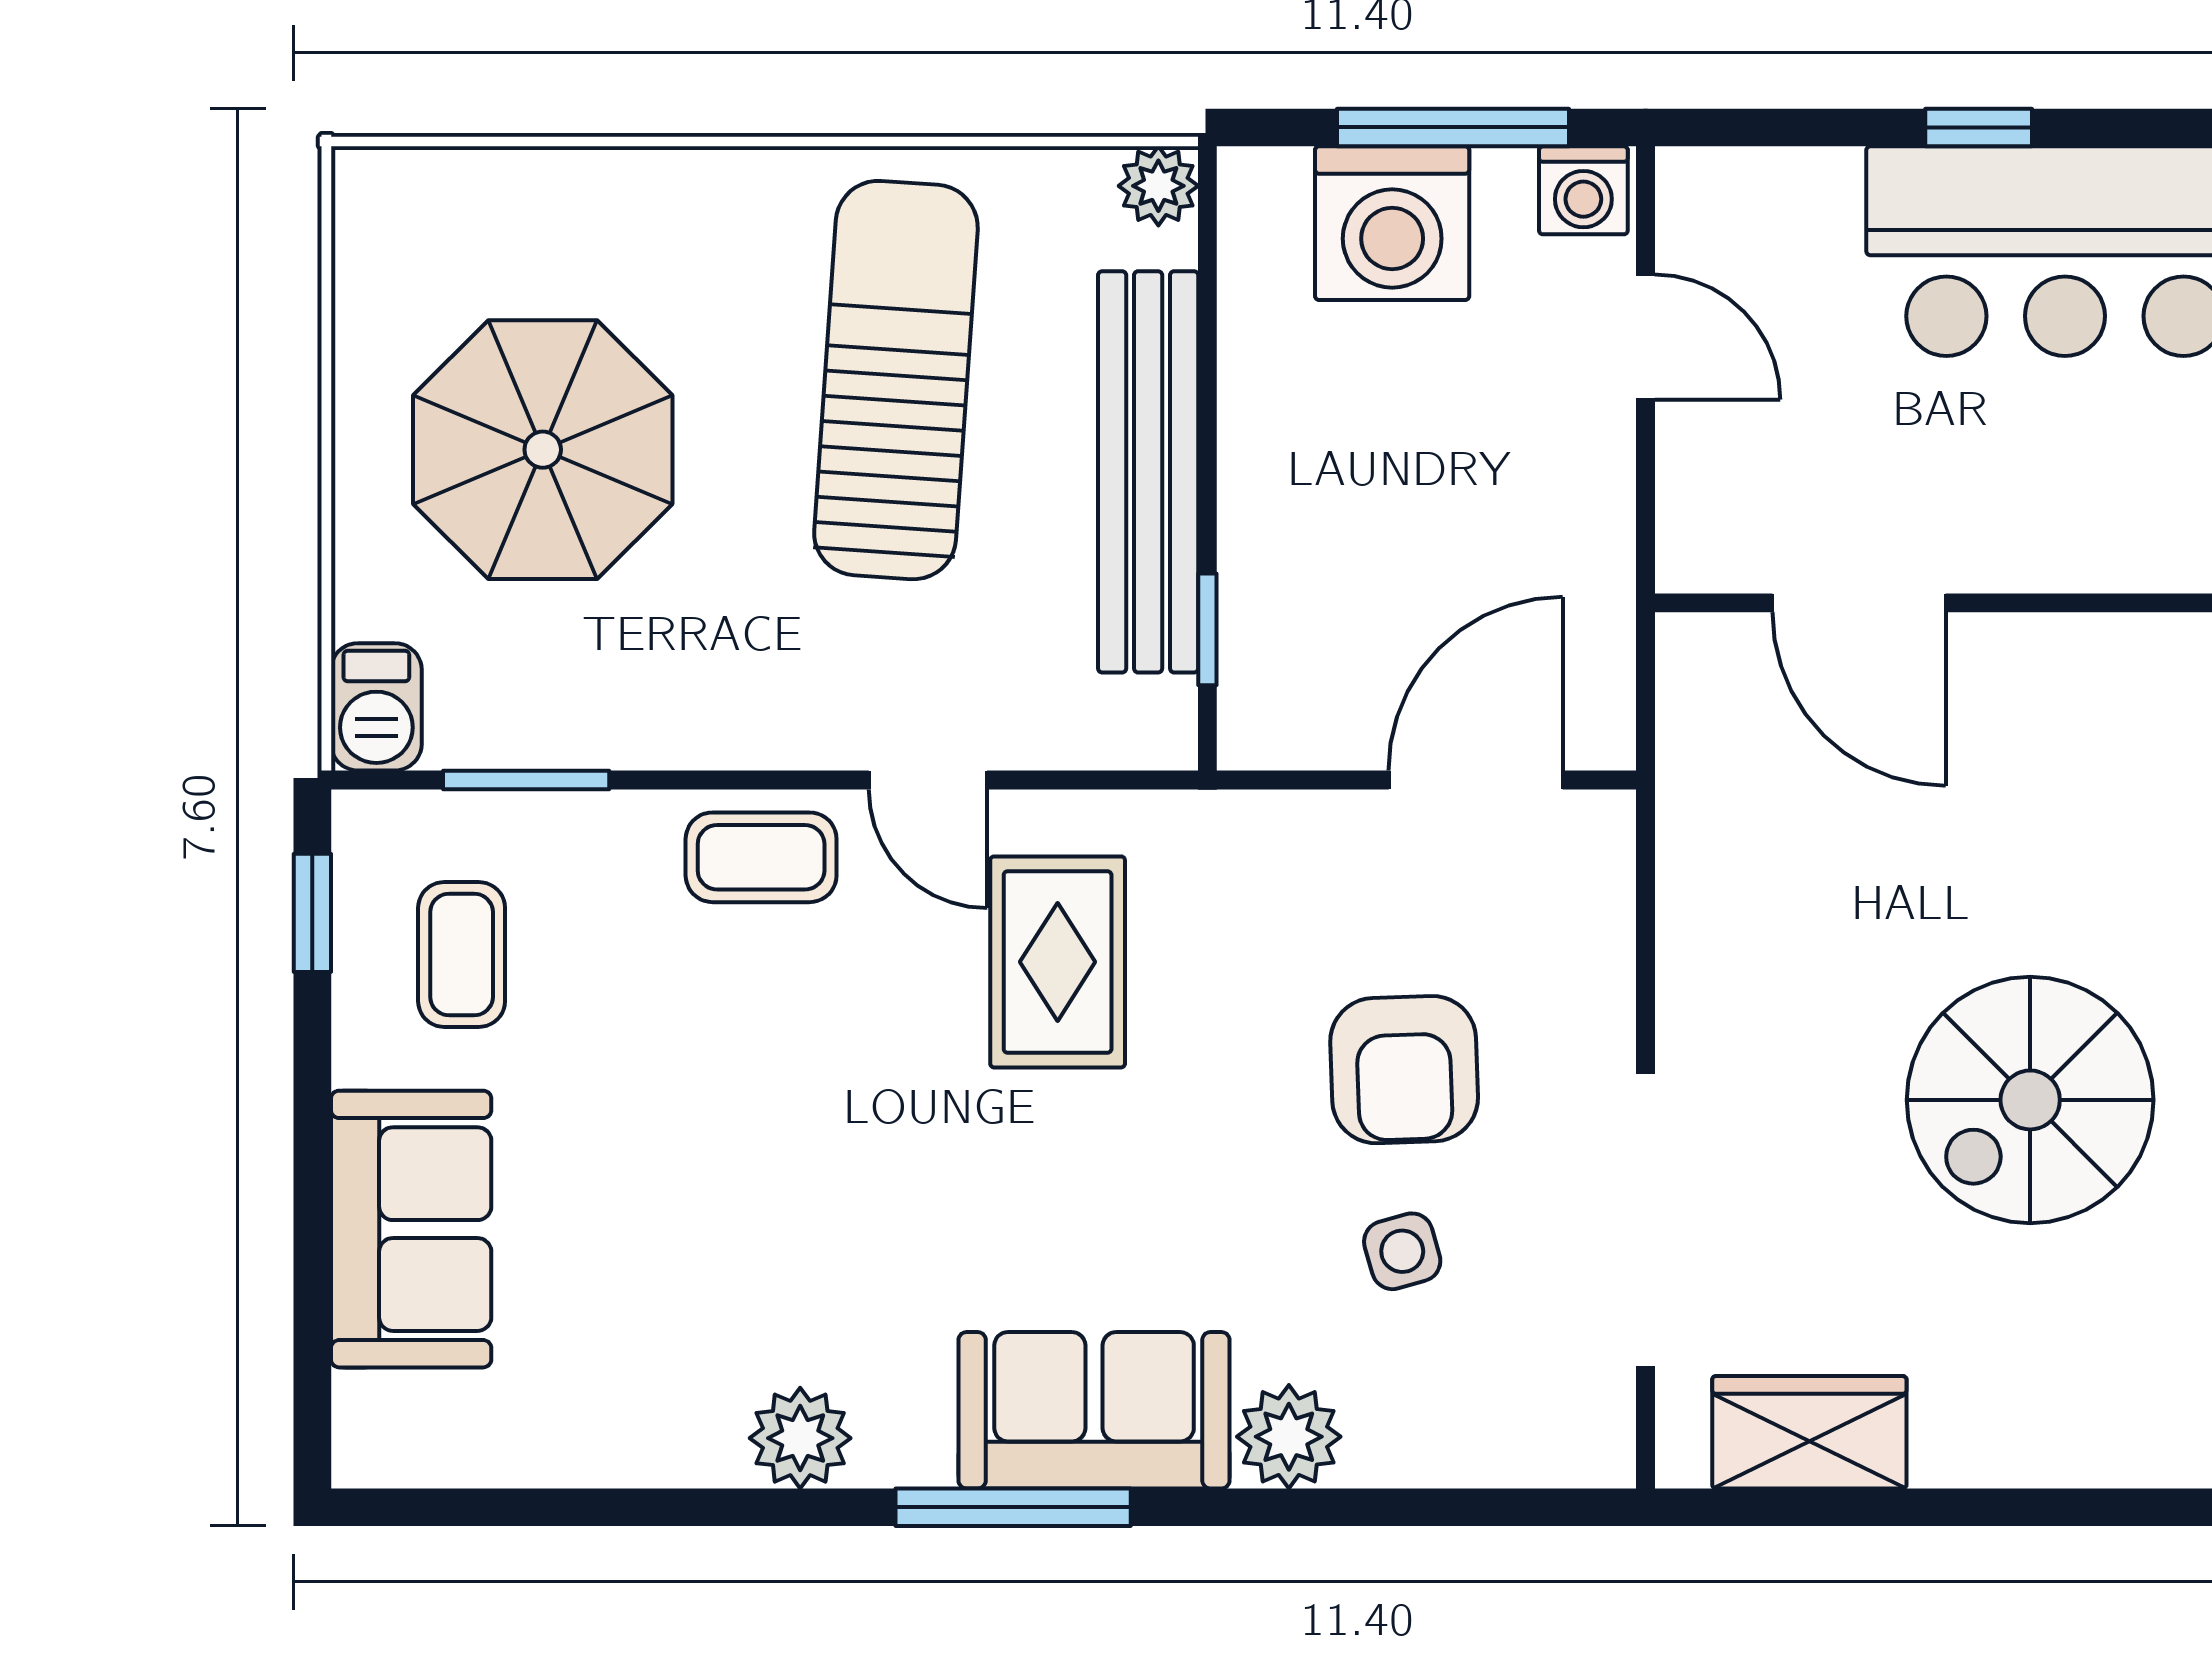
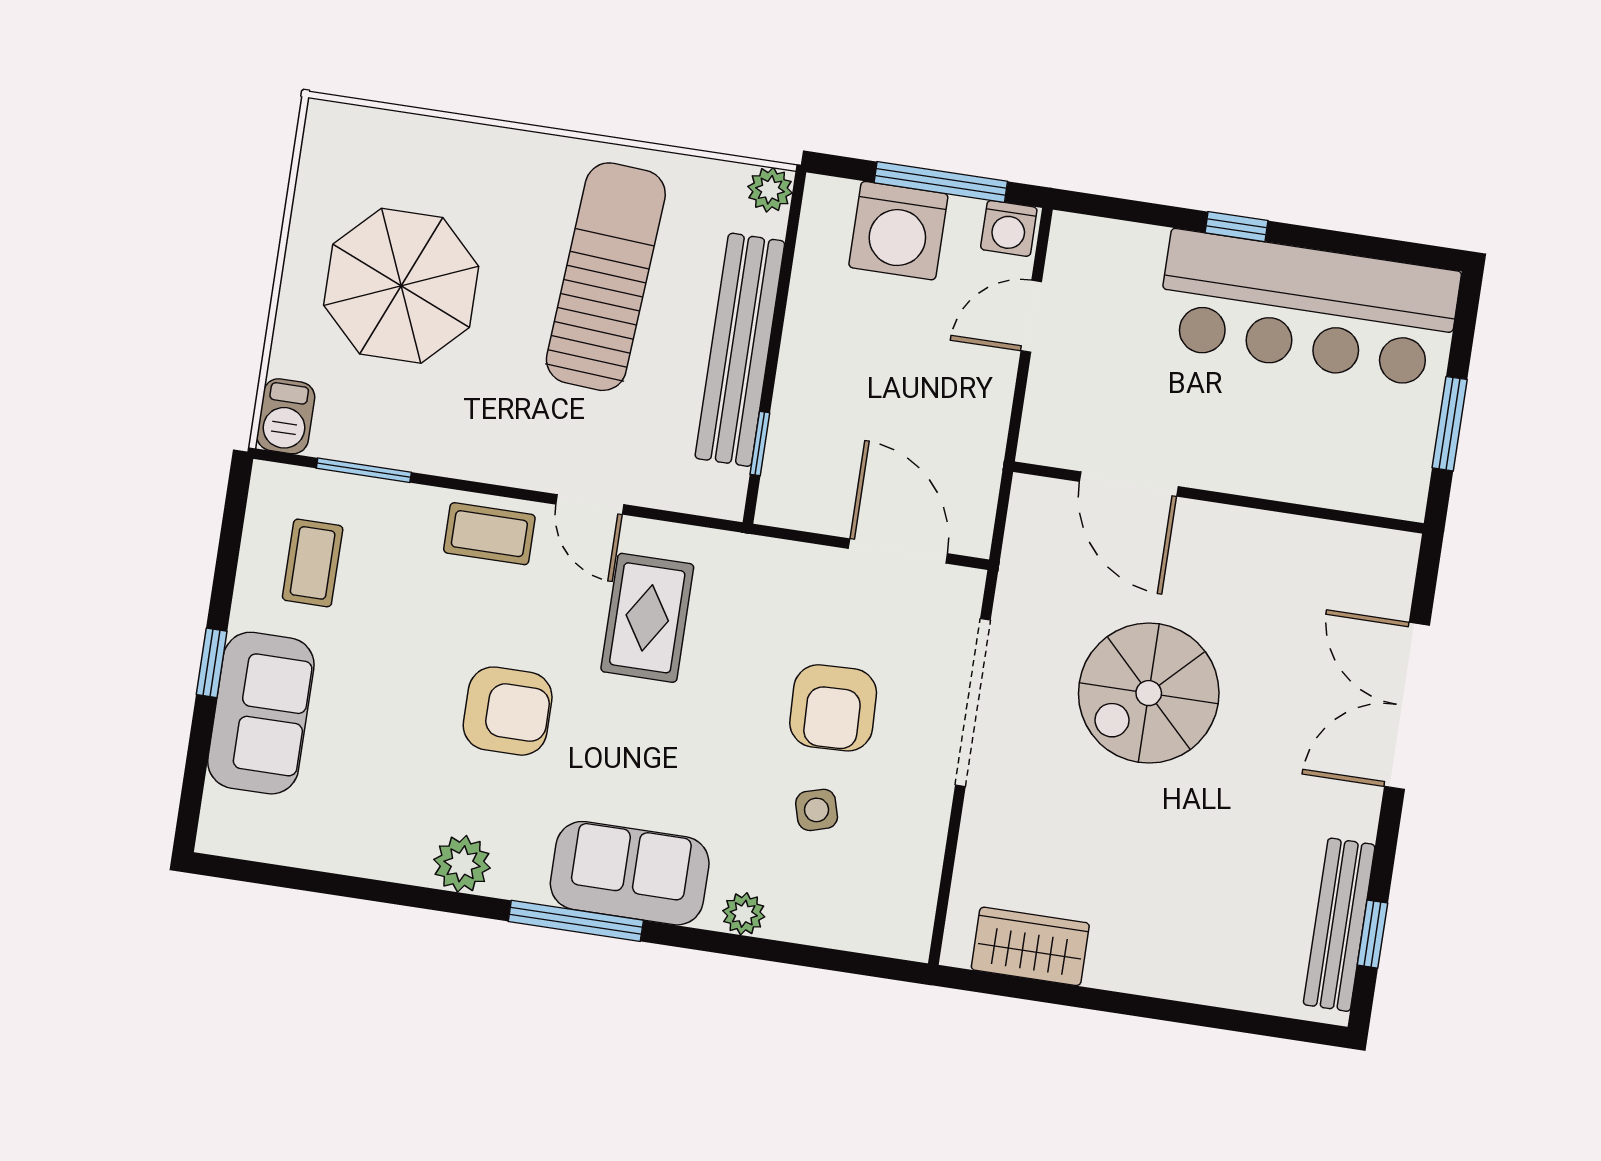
door: (1646, 337) -> (1031, 316), swing flipped
door: (1476, 780) -> (898, 551), hinge flipped
window: (312, 913) -> (212, 663), moved
spiral stairs: (2030, 1100) -> (1149, 693), moved
armchair: (839, 1161) -> (508, 711), added
doorway: (1646, 1220) -> (973, 702), moved
plant: (1289, 1437) -> (744, 914), width x0.73, depth x0.73

